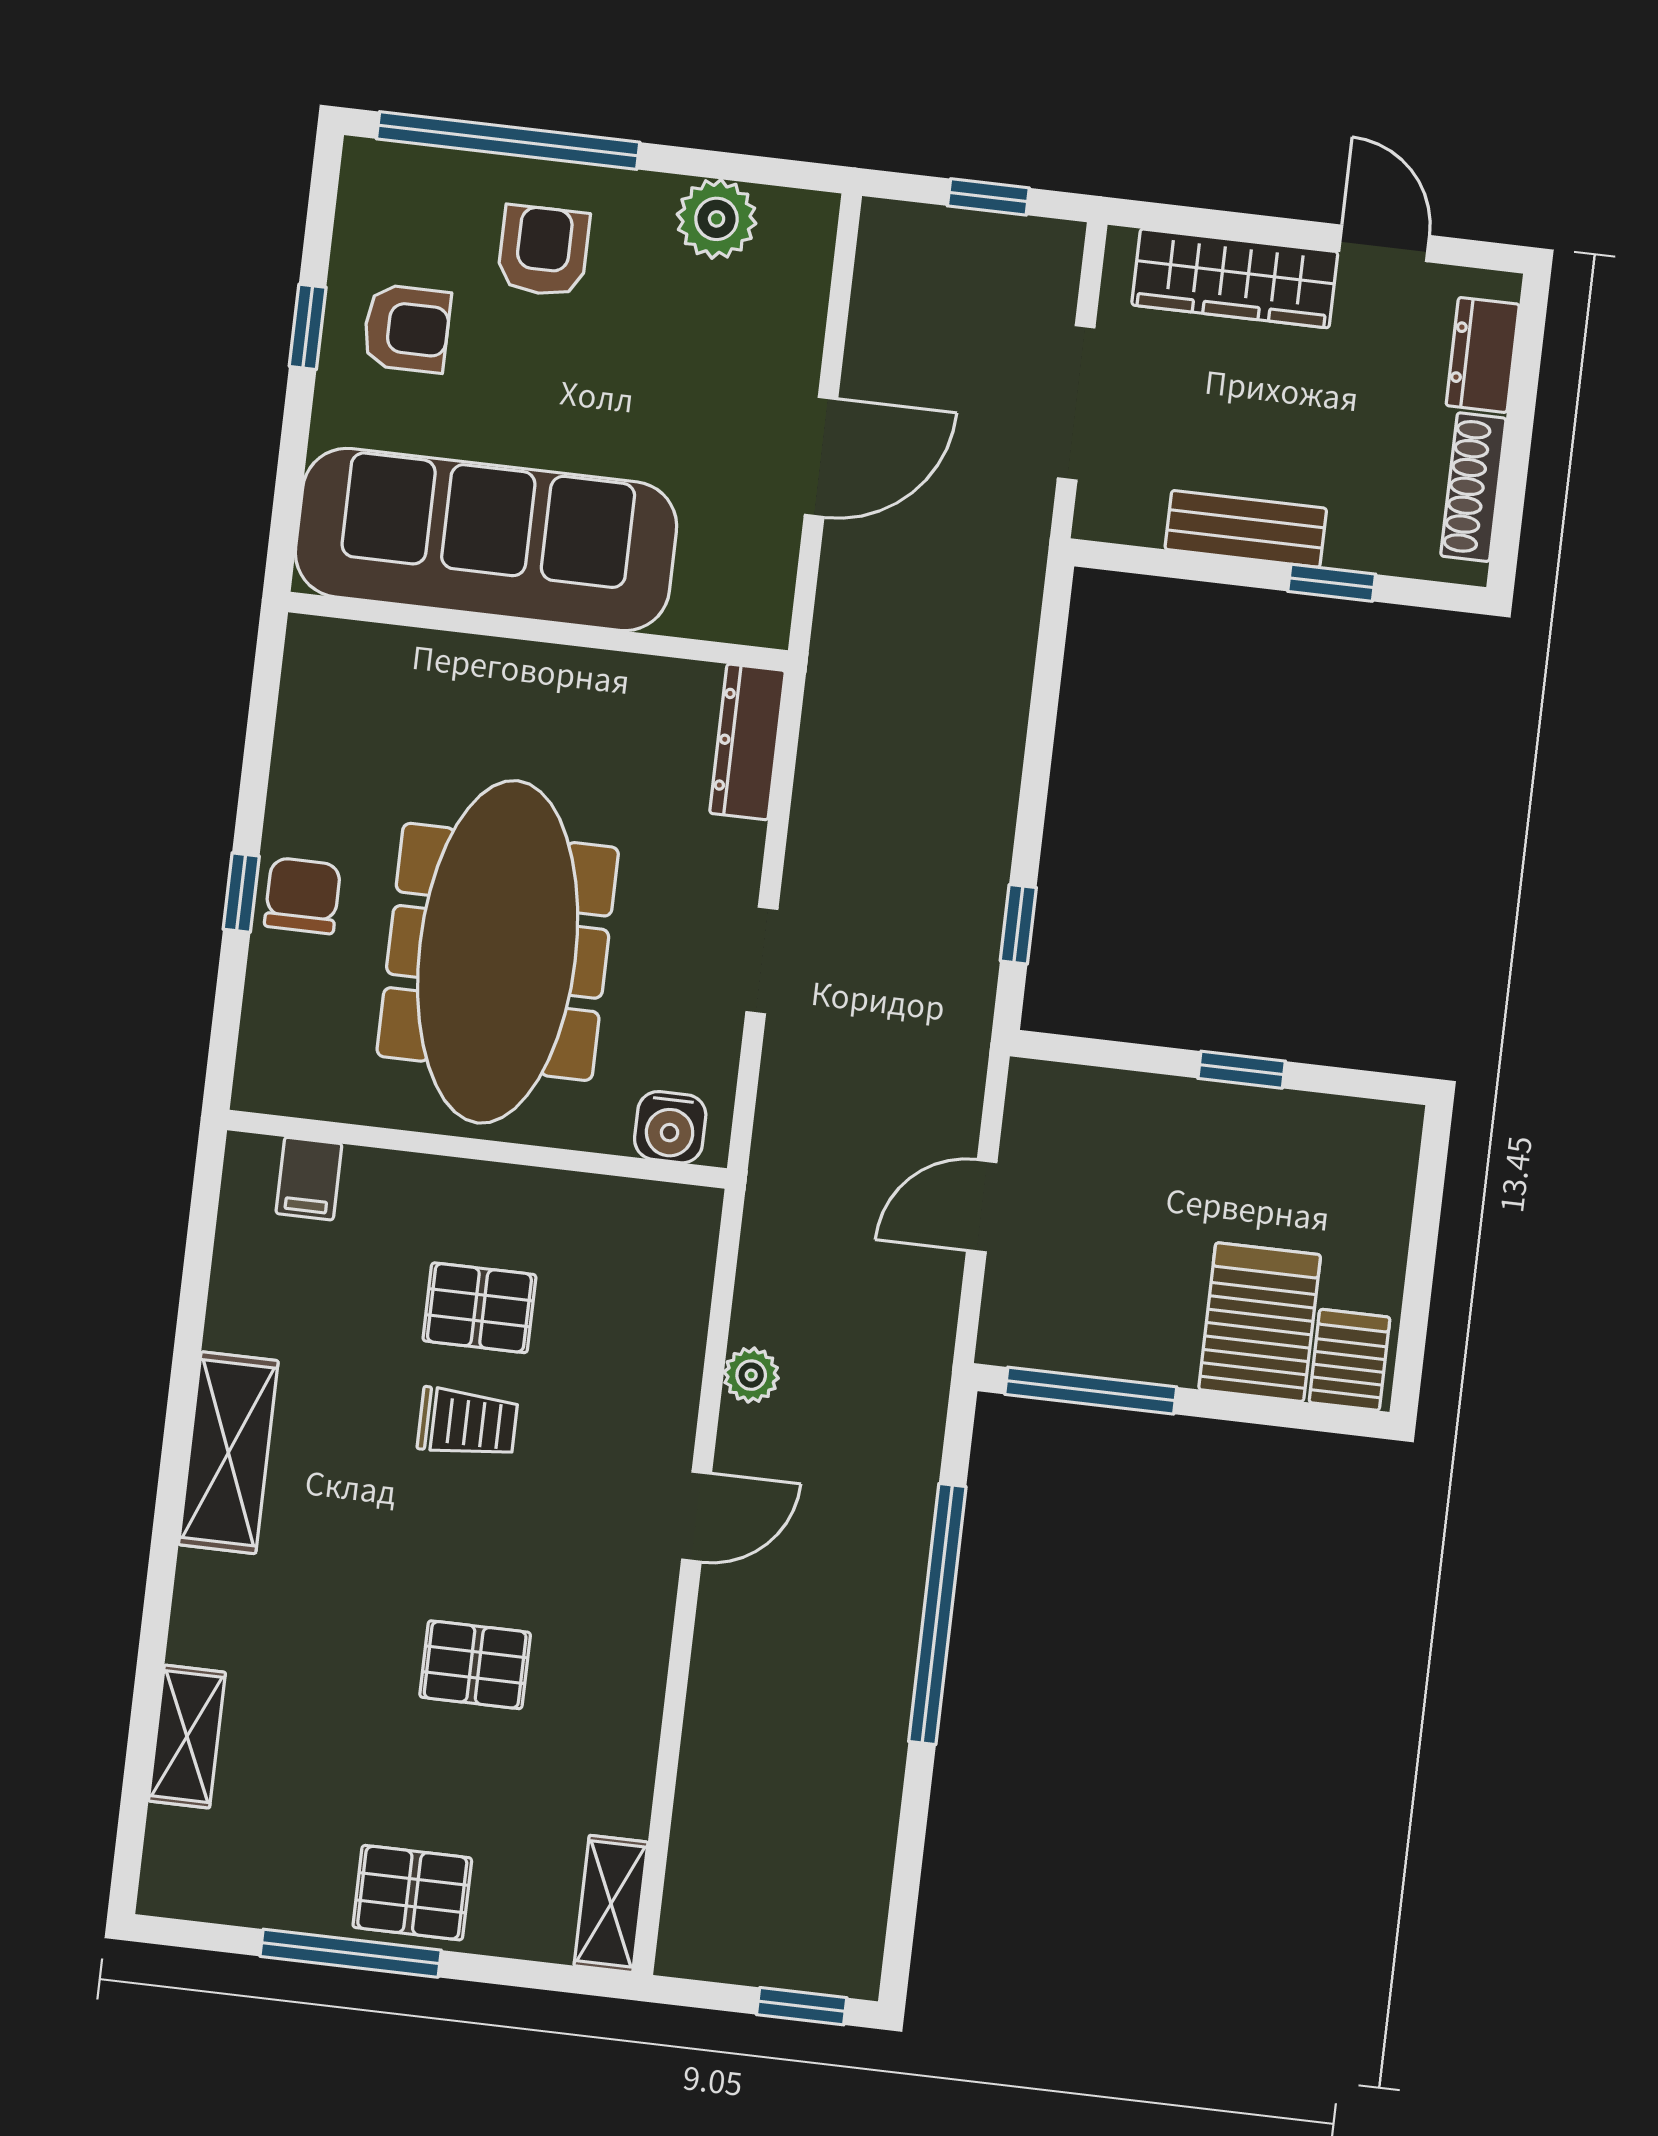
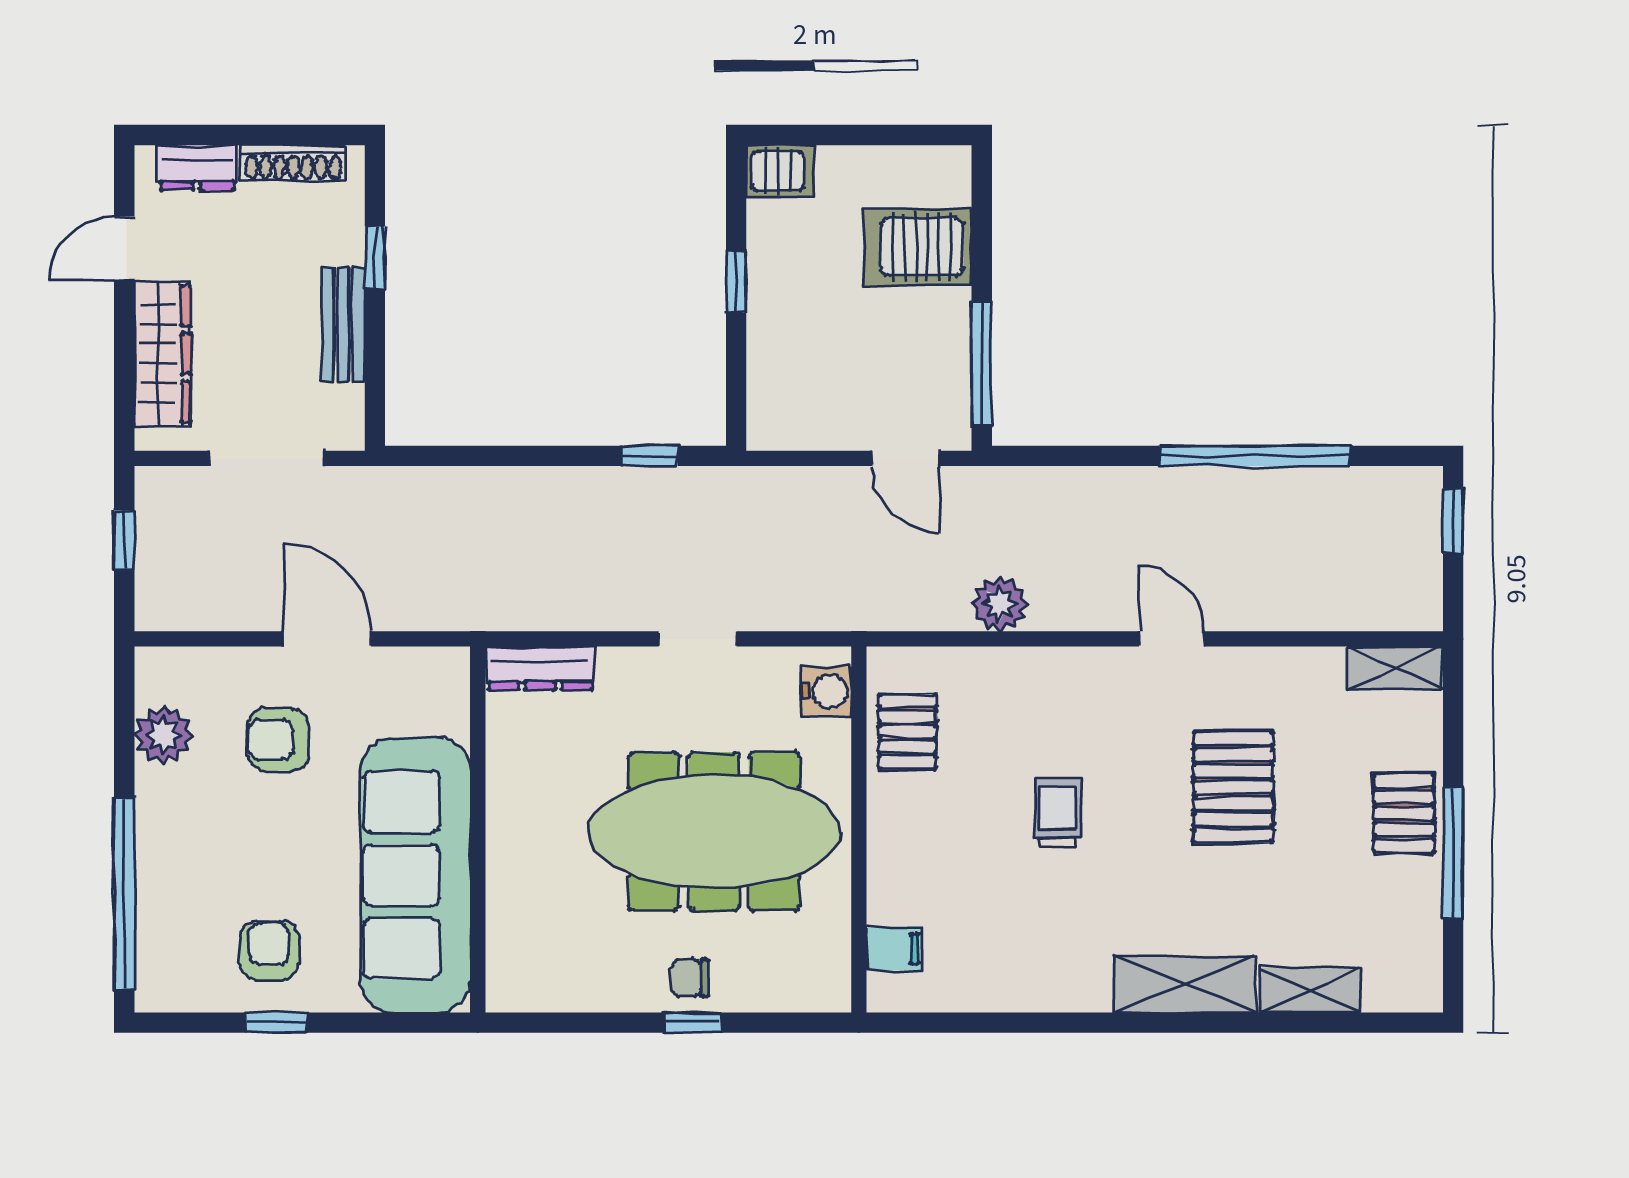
armchair: (543, 251) -> (278, 740), moved
chair: (303, 896) -> (690, 978), width x0.73, depth x0.73
door: (982, 1206) -> (906, 458), moved
pallet: (479, 1308) -> (907, 732), moved
server rack: (1349, 1360) -> (780, 171), moved, turned 180
plant: (751, 1375) -> (999, 604), width x1.38, depth x1.38
shelving: (228, 1453) -> (1185, 984), moved
door: (697, 1517) -> (1171, 639), moved
window: (937, 1614) -> (1255, 456), moved
pallet: (475, 1665) -> (1233, 787), width x1.50, depth x1.42

